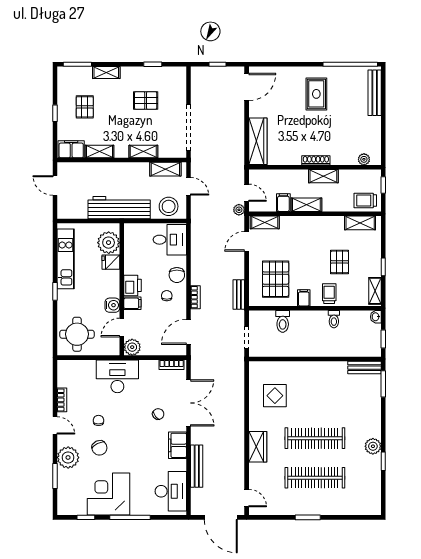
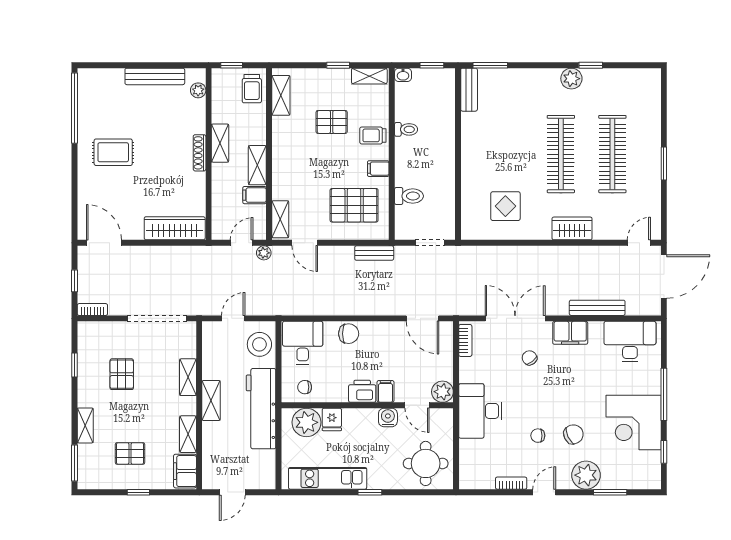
bench: (375, 93) -> (155, 76), moved
shelving: (165, 169) -> (211, 400), moved
chair: (167, 296) -> (305, 387), moved
bookcase: (195, 297) -> (92, 310), moved

